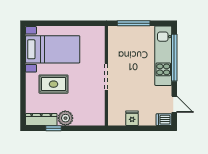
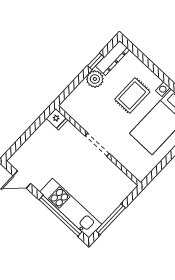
window: (134, 23) -> (111, 219), moved
fridge: (132, 118) -> (57, 119), moved
dishwasher: (164, 120) -> (17, 159), removed

